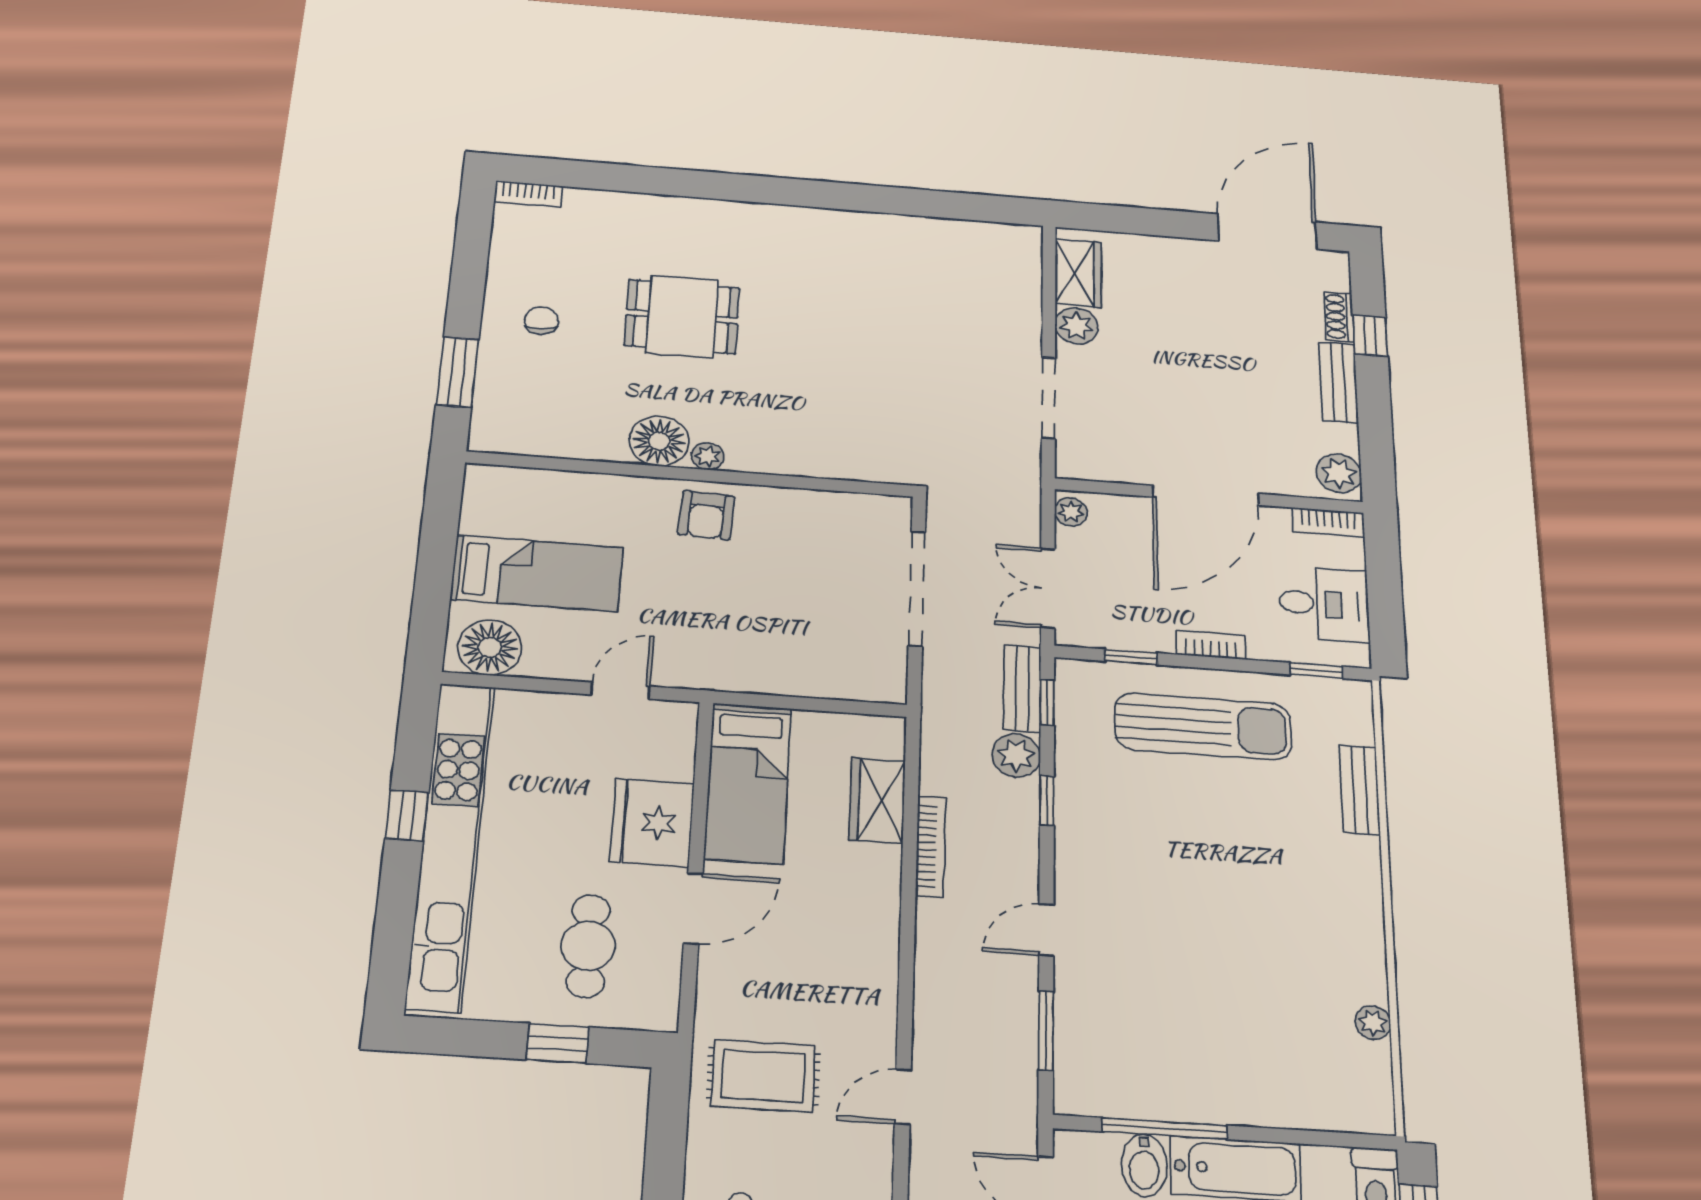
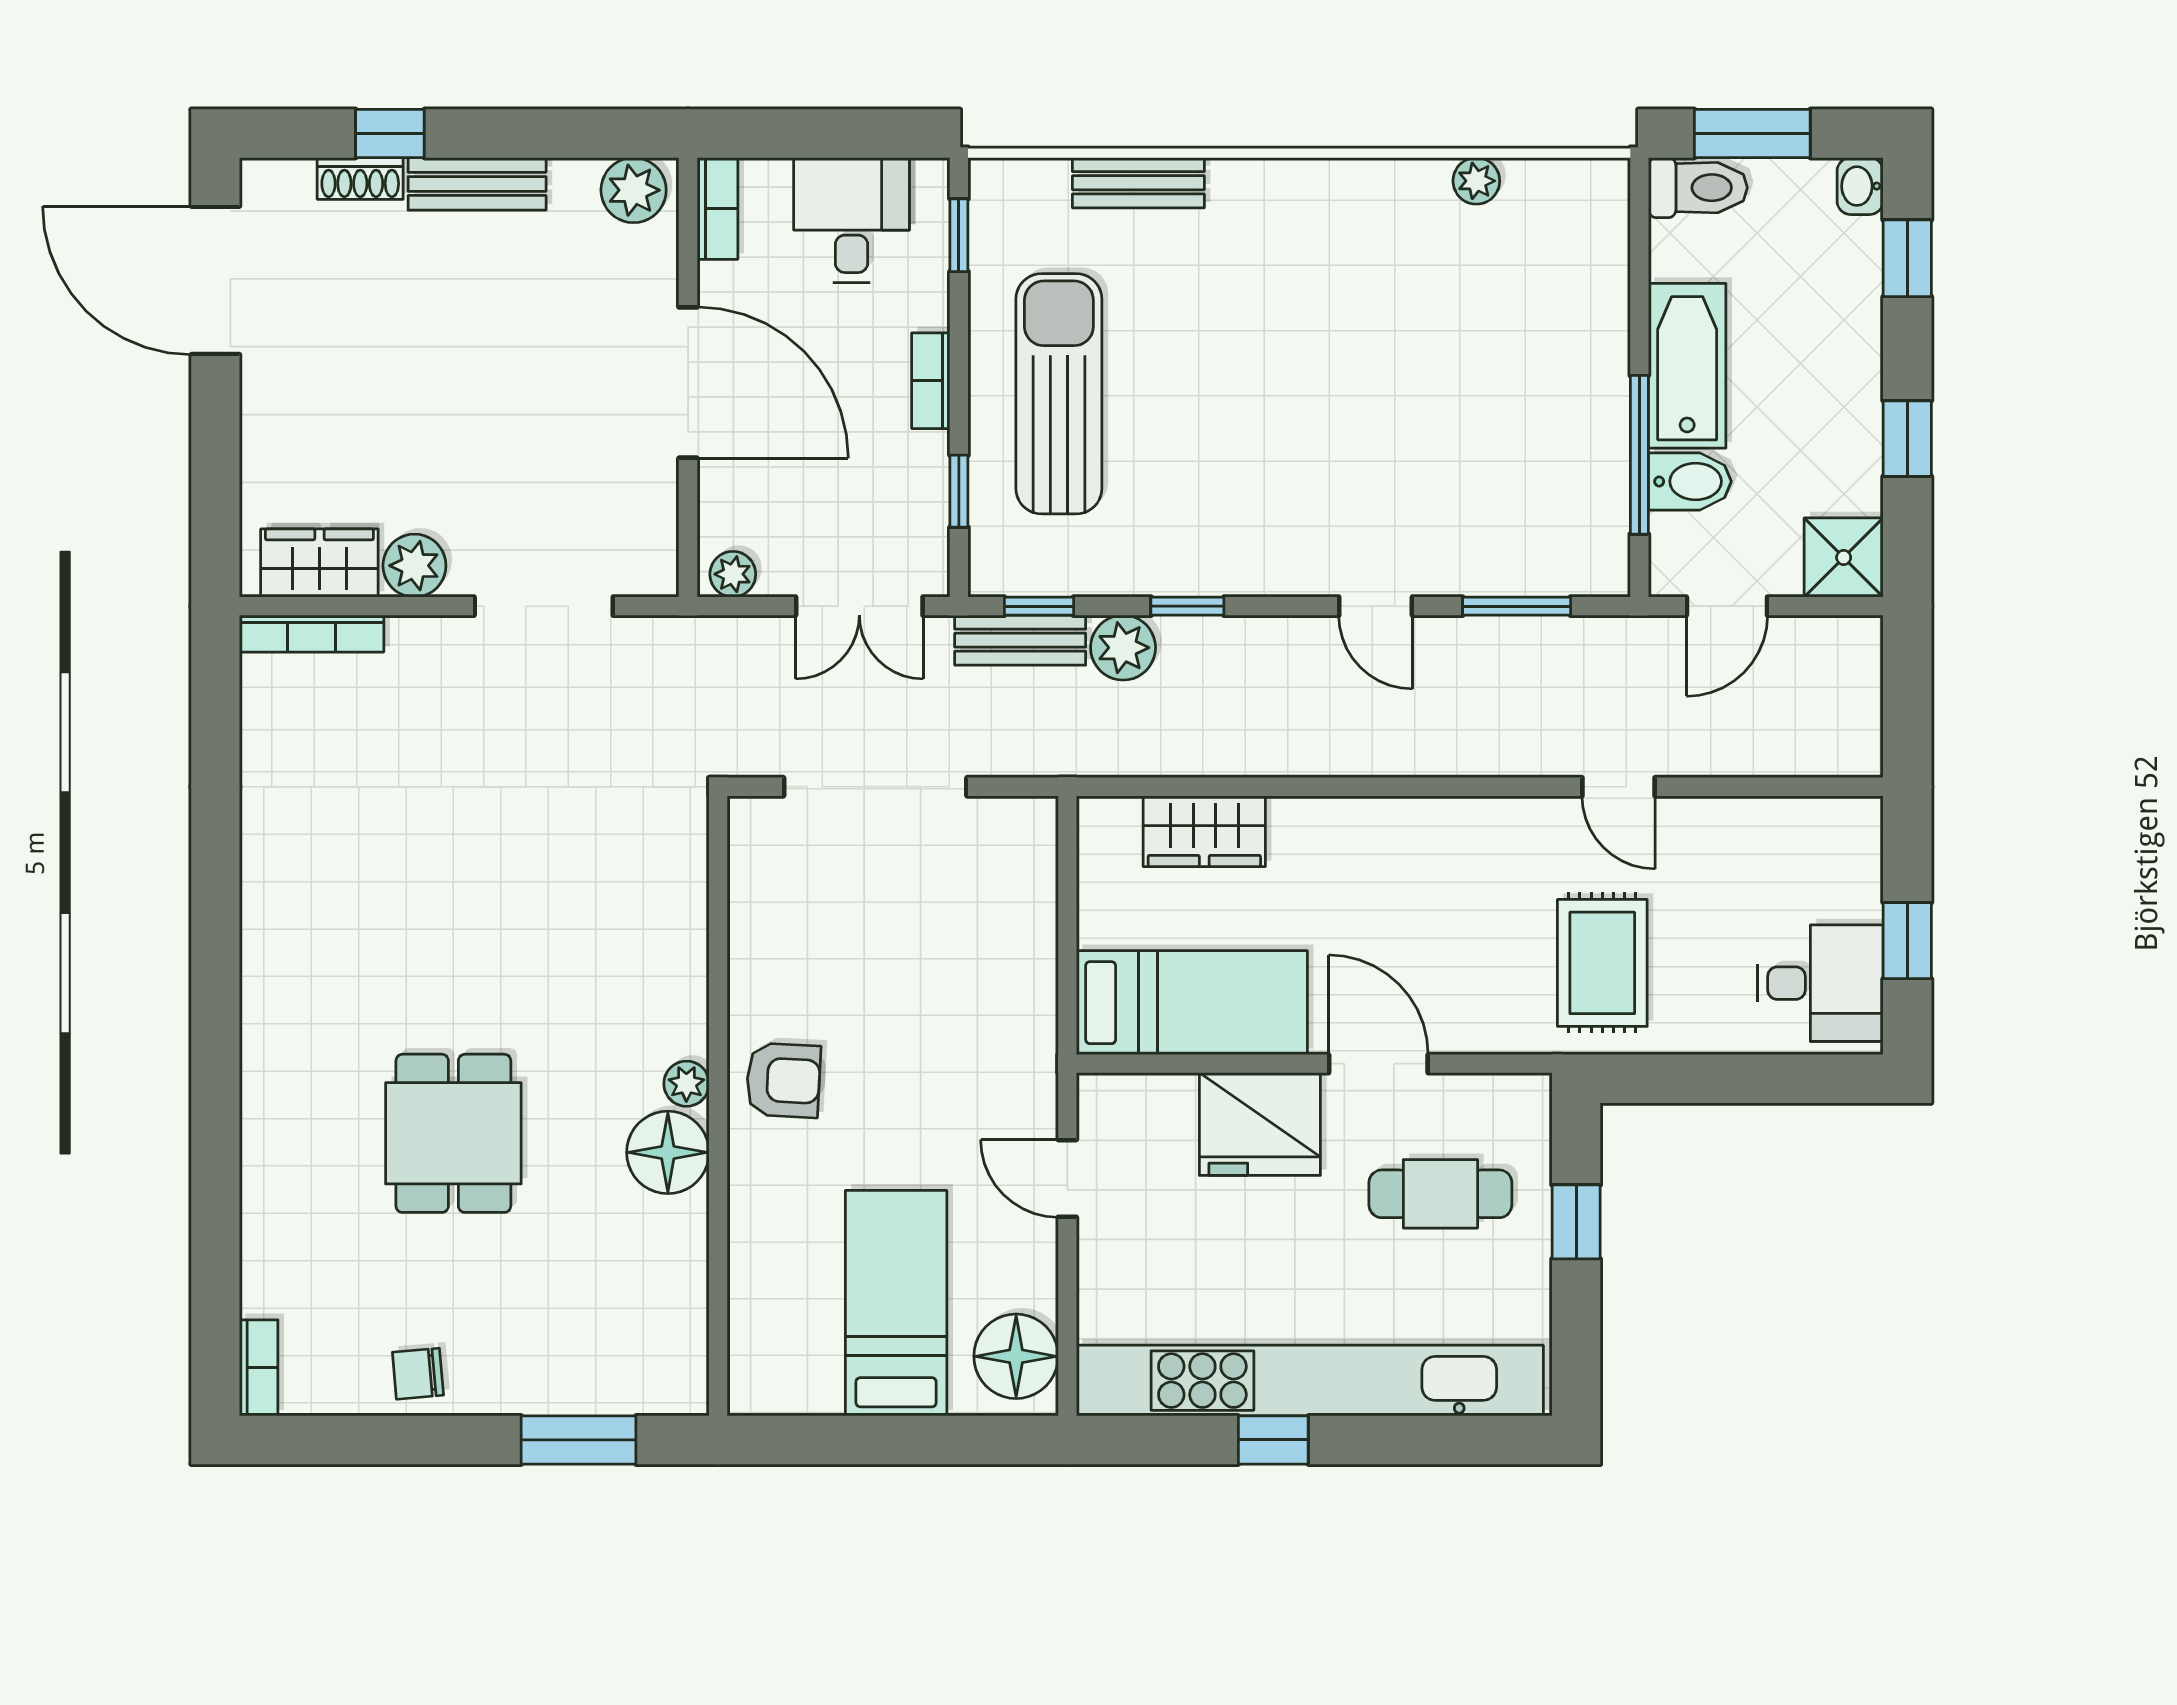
chair: (541, 320) -> (418, 1374), moved
bookcase: (931, 846) -> (312, 634), moved, turned 180

